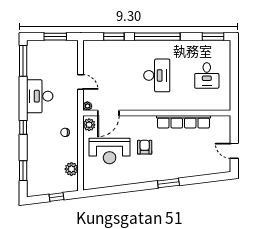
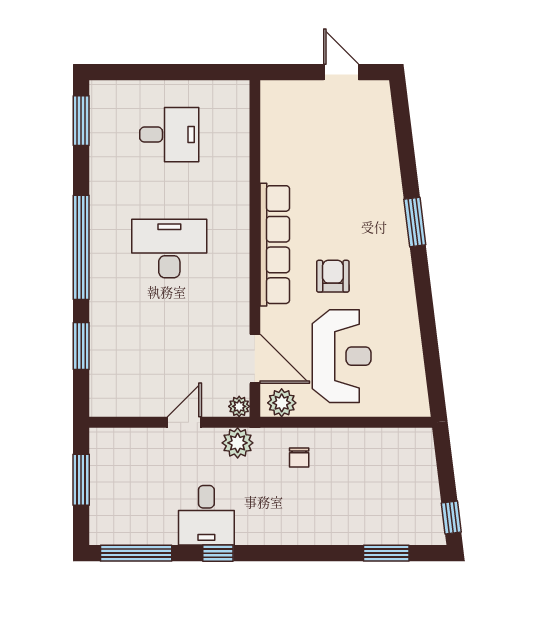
desk: (40, 96) -> (206, 515), width x0.73
row of seats: (183, 122) -> (275, 245), moved
window: (23, 127) -> (218, 553), moved
armchair: (145, 147) -> (333, 276), turned 90
door: (234, 151) -> (341, 72), swing flipped
plant: (71, 169) -> (238, 443), moved
window: (57, 197) -> (451, 518), moved

